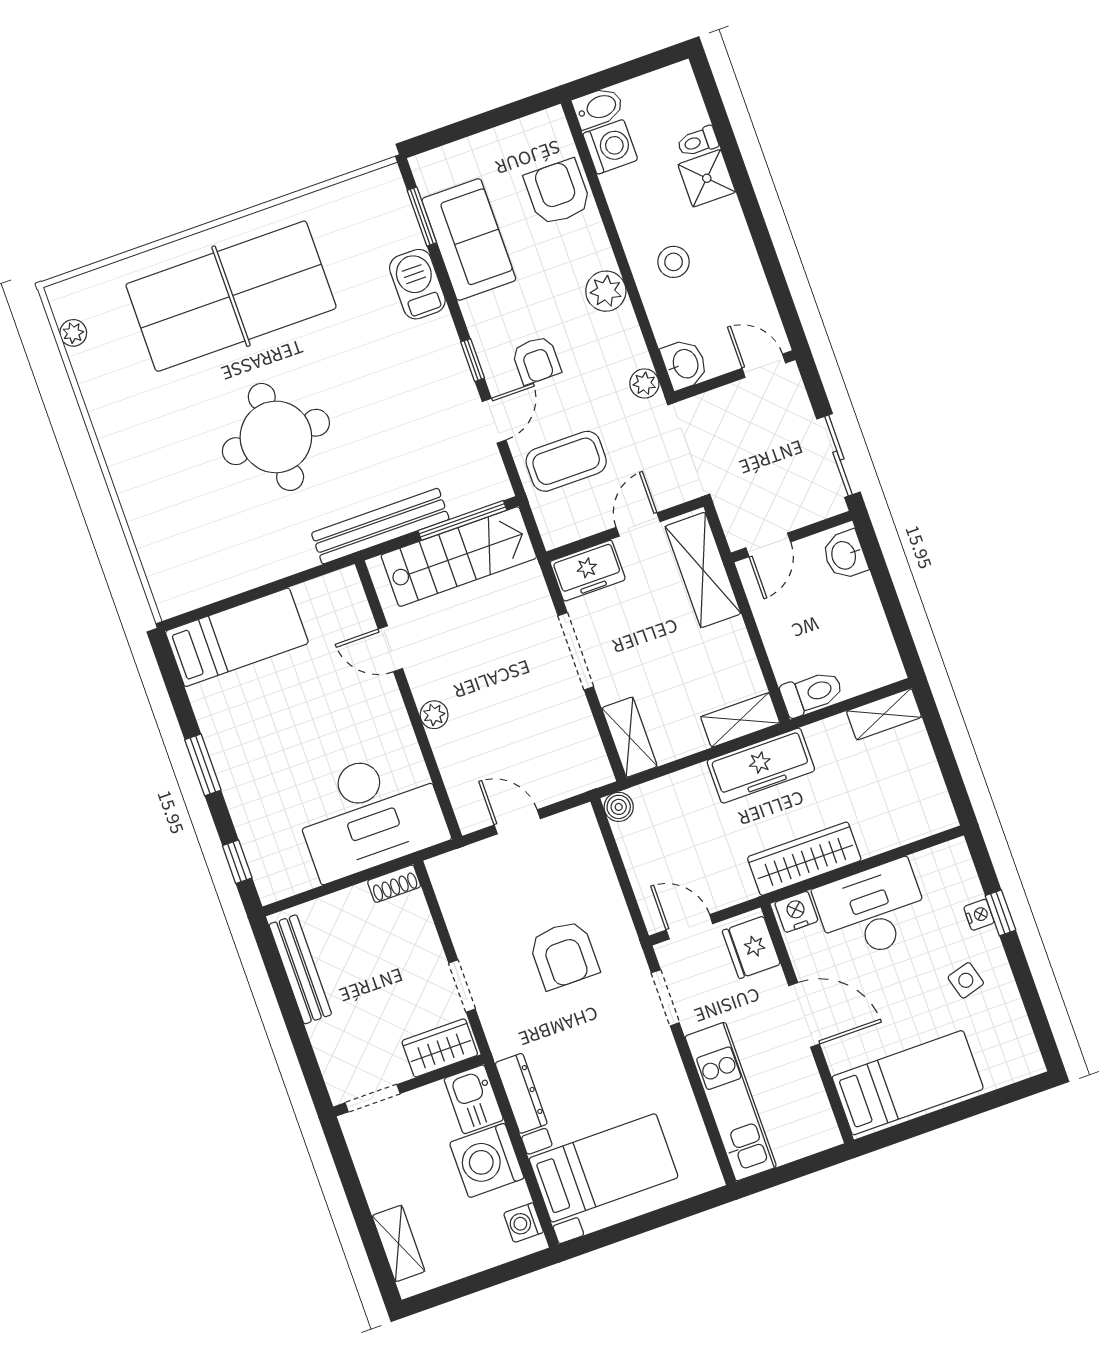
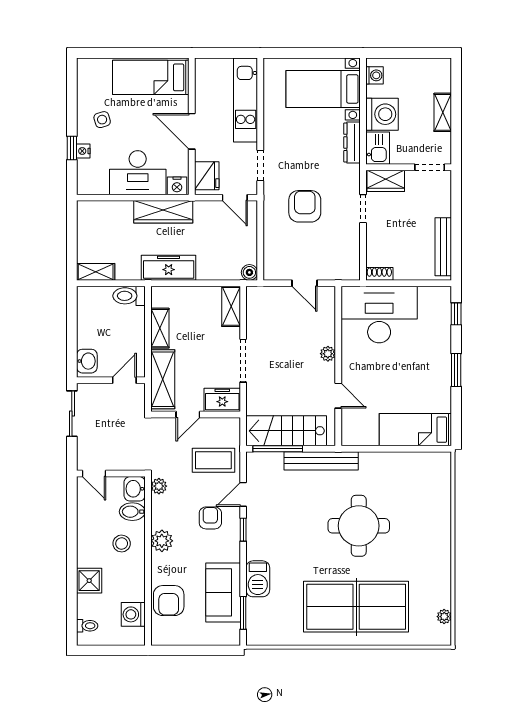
bidet: (598, 108) -> (132, 512), moved
toilet: (698, 142) -> (87, 626), moved
shelving: (740, 720) -> (160, 328), moved, turned 90
shelving: (398, 1243) -> (443, 112), moved

